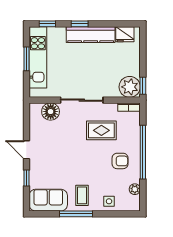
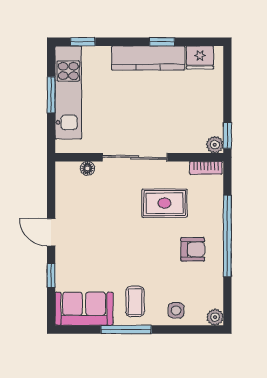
window: (80, 24) -> (162, 42), moved
plant: (130, 87) -> (215, 145), width x0.53, depth x0.53
floor lamp: (51, 112) -> (87, 168), width x0.53, depth x0.53
plant: (135, 189) -> (215, 317), moved

